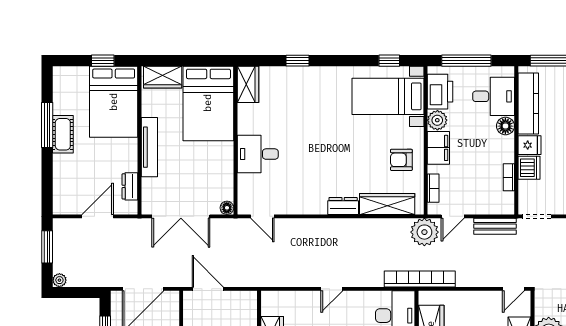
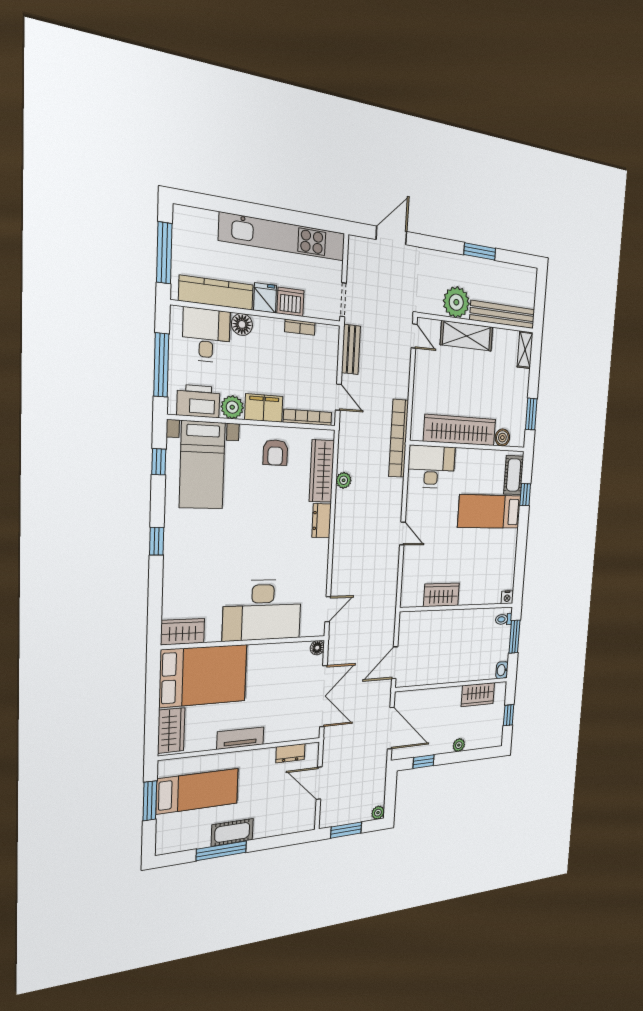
window: (103, 61) -> (150, 801), width x1.50
window: (297, 61) -> (157, 541), moved
bed: (114, 102) -> (198, 791), width x0.67
tv unit: (149, 147) -> (240, 738), width x0.71
desk: (258, 154) -> (262, 610), width x1.87, depth x1.30
bookcase: (433, 188) -> (308, 417), width x1.56
plant: (424, 232) -> (344, 480), moved, width x0.53, depth x0.53

